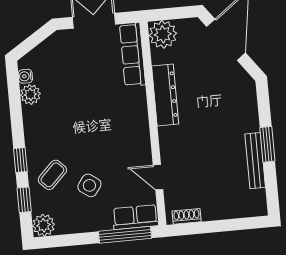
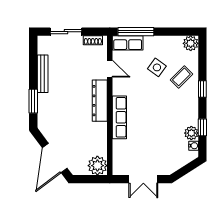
row of seats: (133, 55) -> (119, 117), moved
dresser: (165, 95) -> (100, 101), moved
window: (267, 144) -> (33, 101), moved
window: (24, 200) -> (202, 127), moved
sliding door: (227, 225) -> (66, 32), added

